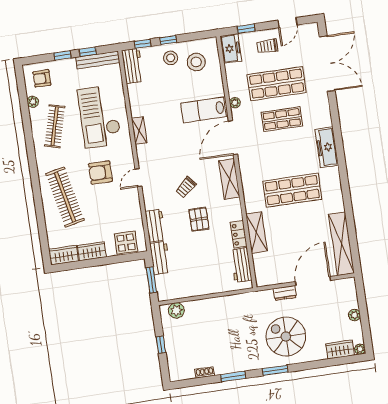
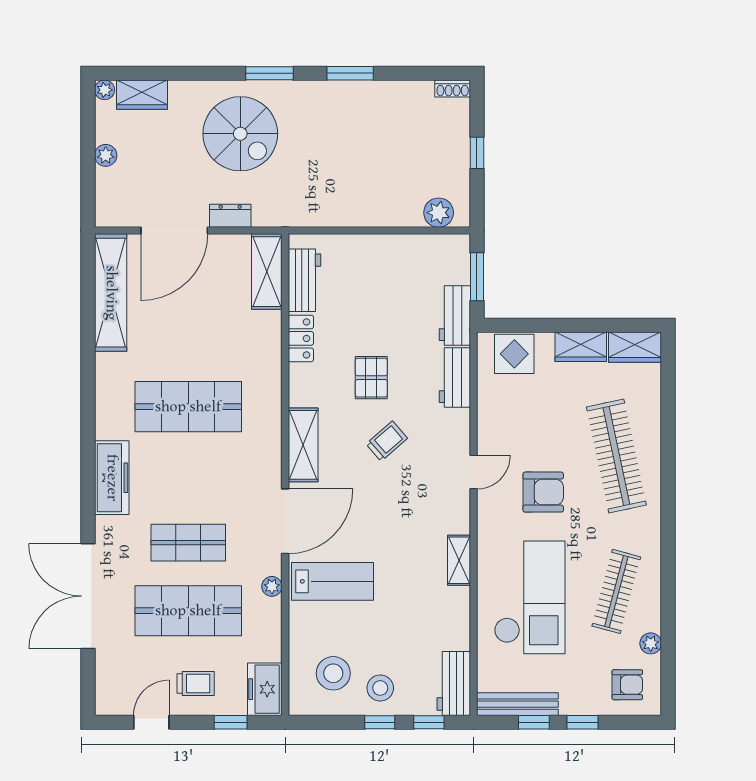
double door: (327, 64) -> (88, 596), moved
shelving: (257, 232) -> (267, 272), moved
shoe rack: (205, 373) -> (453, 88), moved

